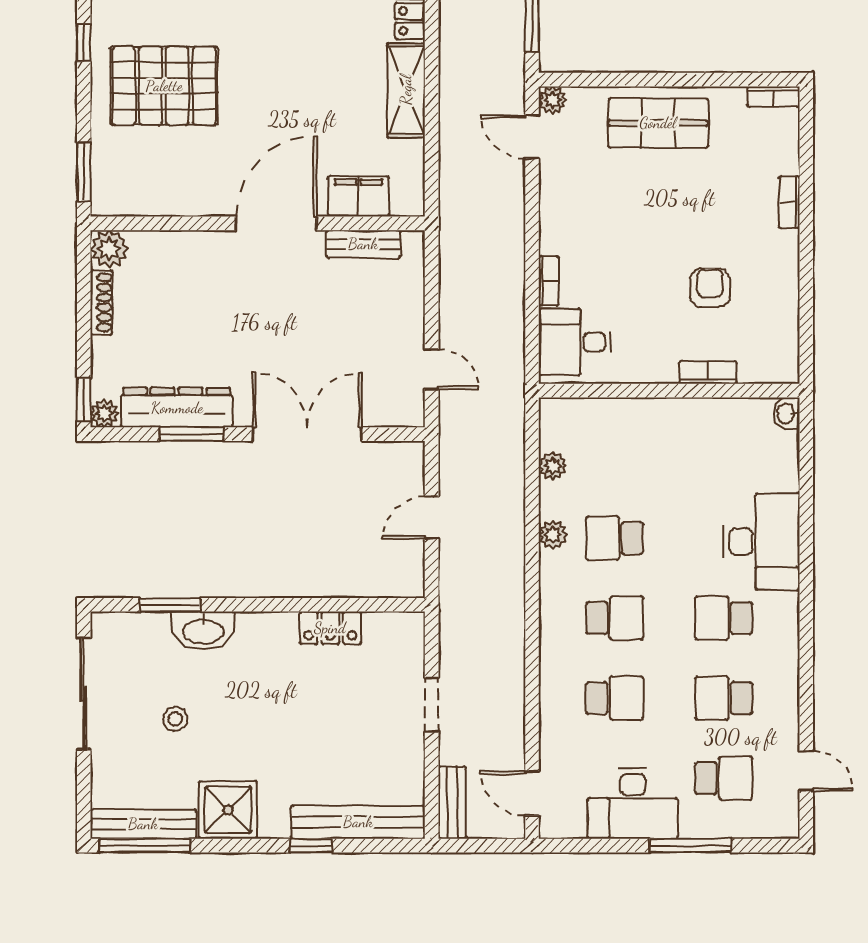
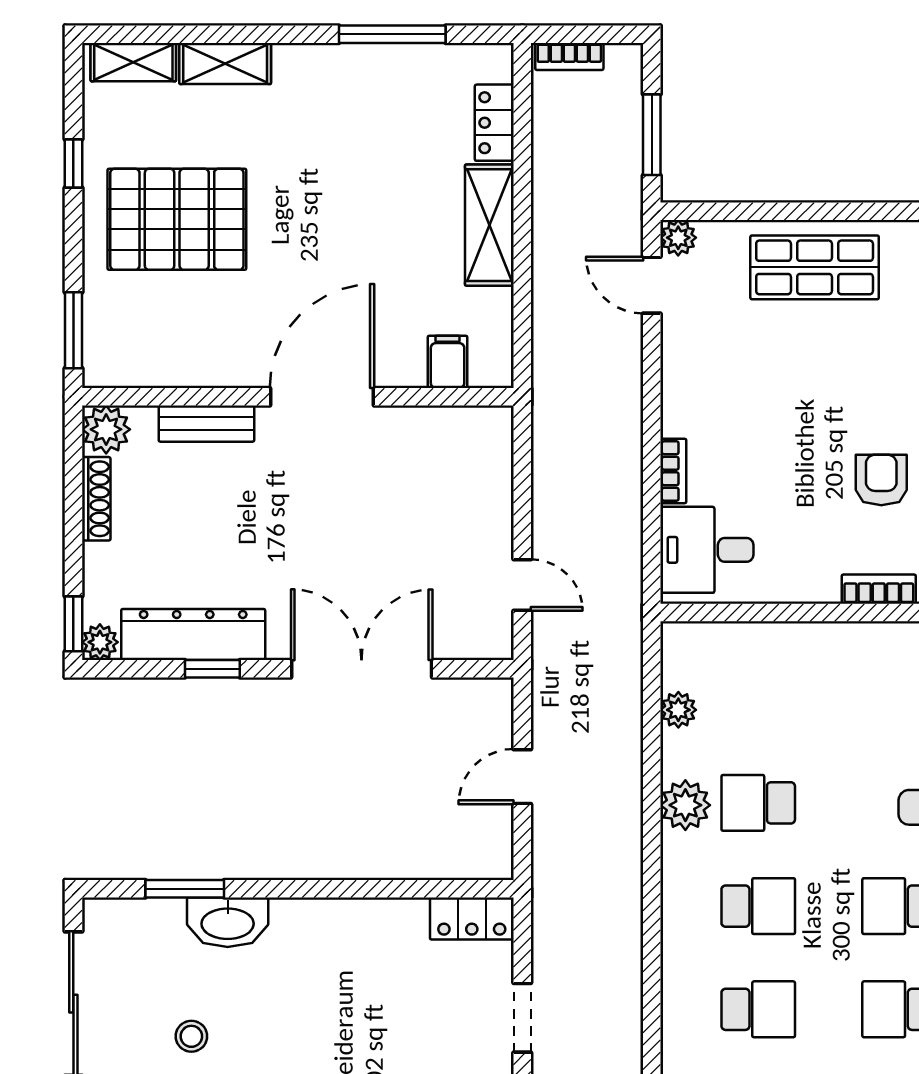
filing cabinet: (358, 196) -> (448, 362), width x0.50
bench: (363, 244) -> (206, 424), moved
window: (192, 434) -> (212, 669), width x0.67
plant: (553, 535) -> (685, 805), width x1.38, depth x1.38
locker: (330, 628) -> (472, 919), moved

